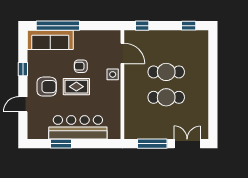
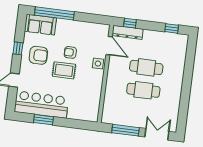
dresser: (141, 36) -> (128, 32), added
sofa: (50, 40) -> (40, 25), width x0.73
armchair: (47, 87) -> (38, 55), moved
bar counter: (78, 127) -> (41, 105), moved

